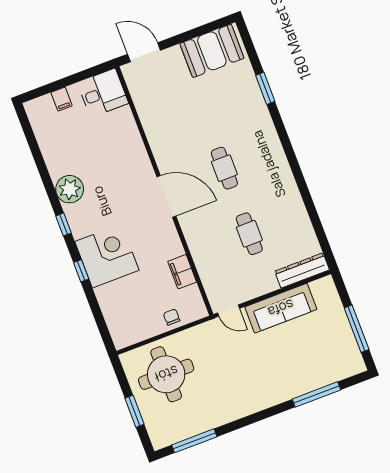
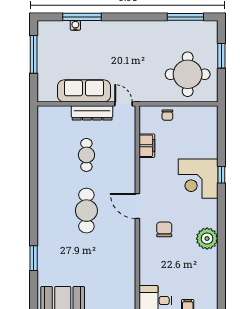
cafe table: (224, 168) -> (86, 211), width x1.37, depth x1.35
chair: (124, 181) -> (164, 229), added
door: (166, 196) -> (137, 206), width x0.73
window: (64, 224) -> (221, 214), removed
dresser: (302, 271) -> (92, 113), moved
water cooler: (320, 382) -> (75, 25), added

